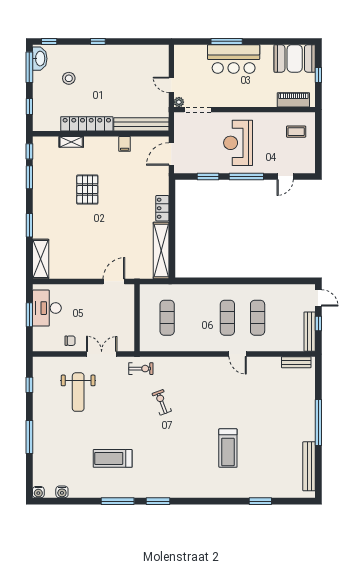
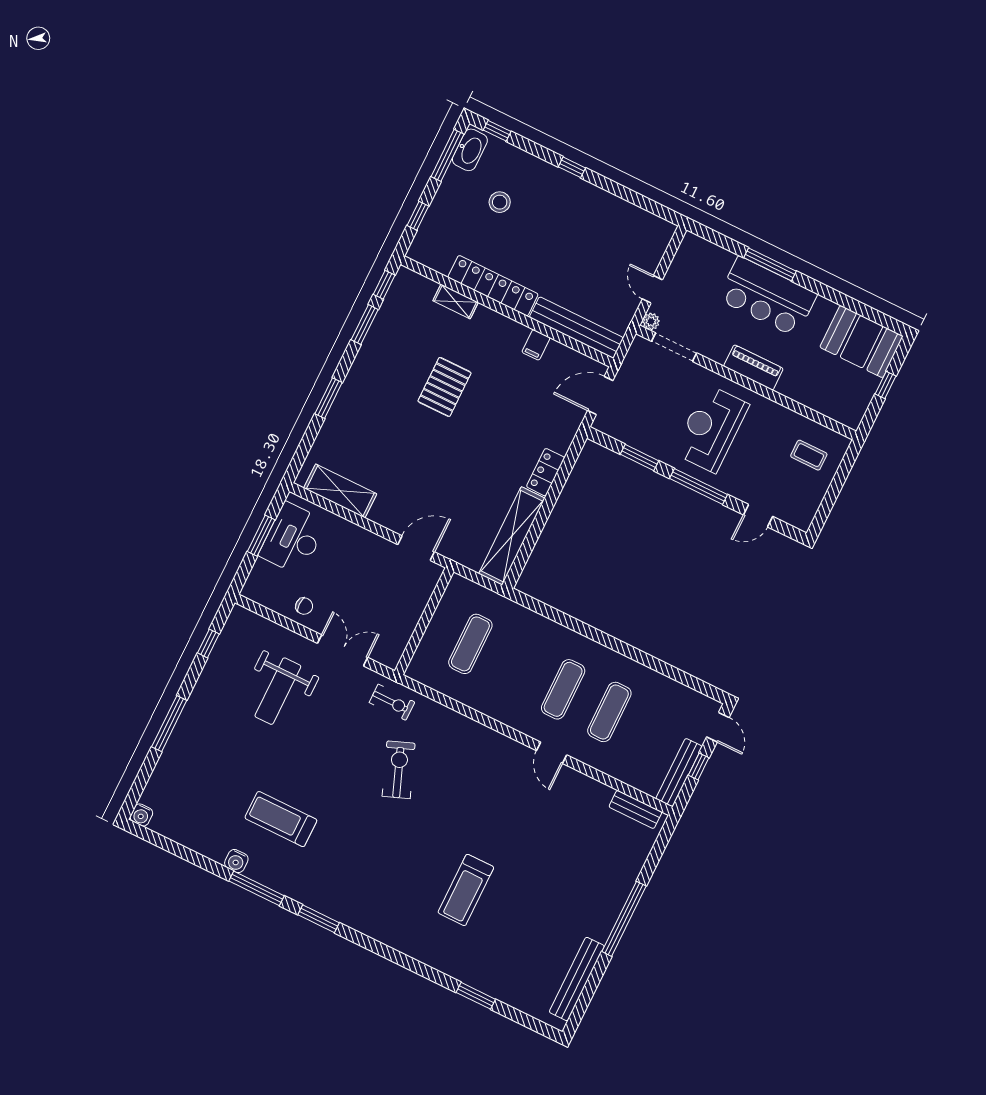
piano: (293, 100) -> (753, 367), moved
shelving: (41, 259) -> (340, 491), moved, turned 90
exercise bike: (162, 402) -> (399, 770), width x1.38, depth x1.39
water cooler: (62, 492) -> (236, 861), moved

